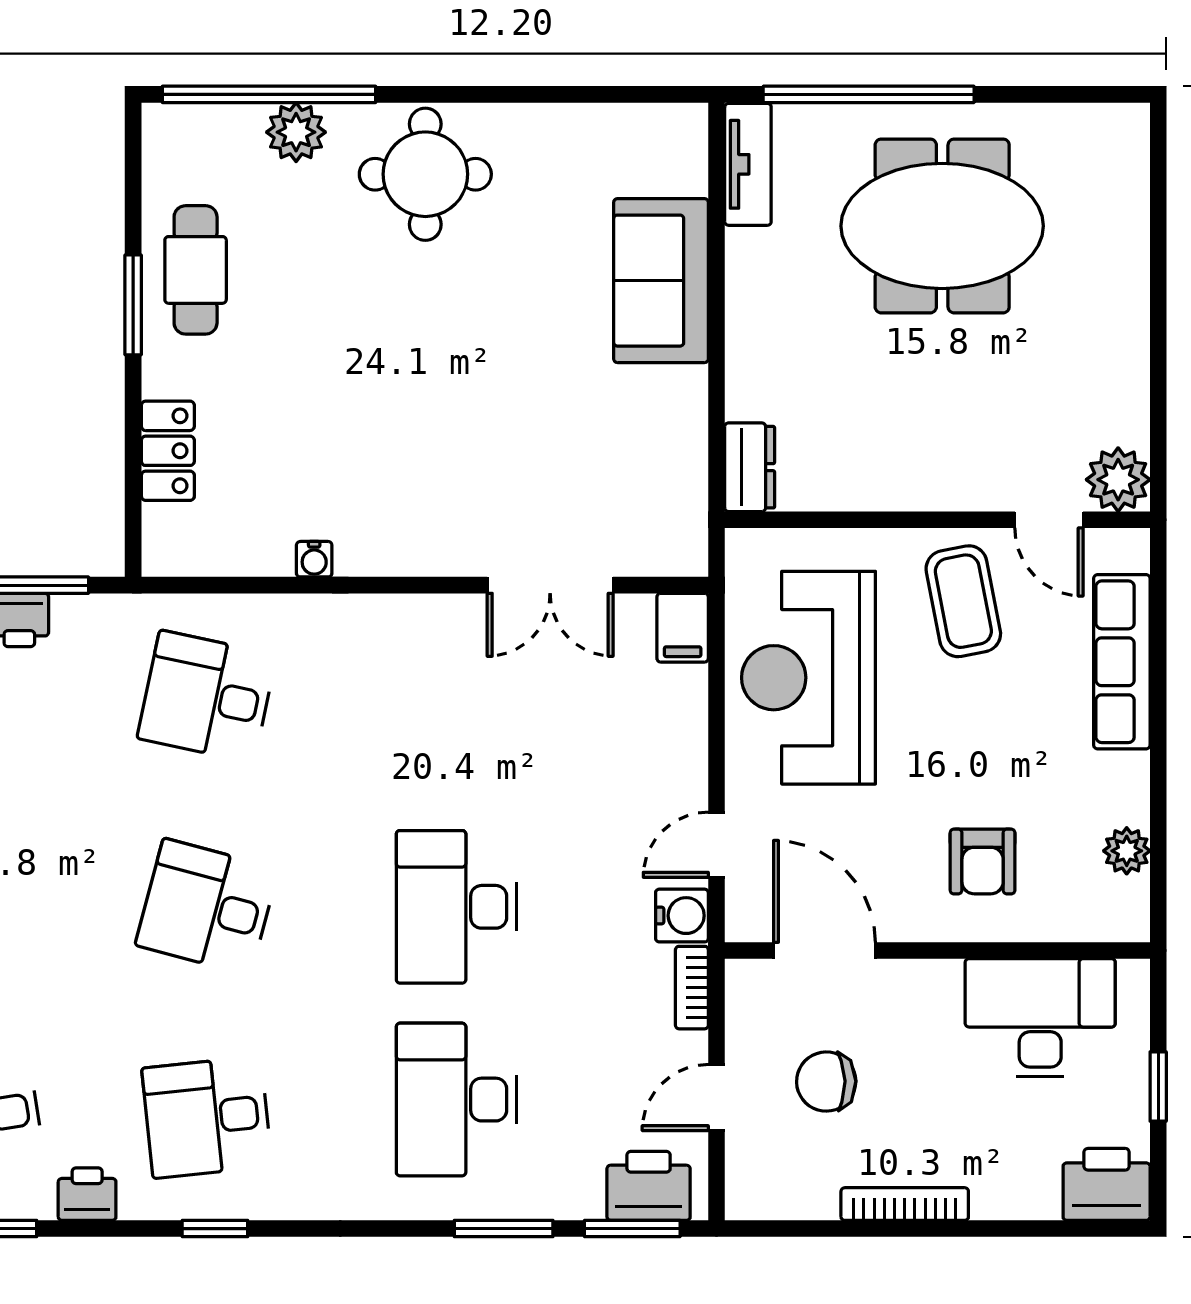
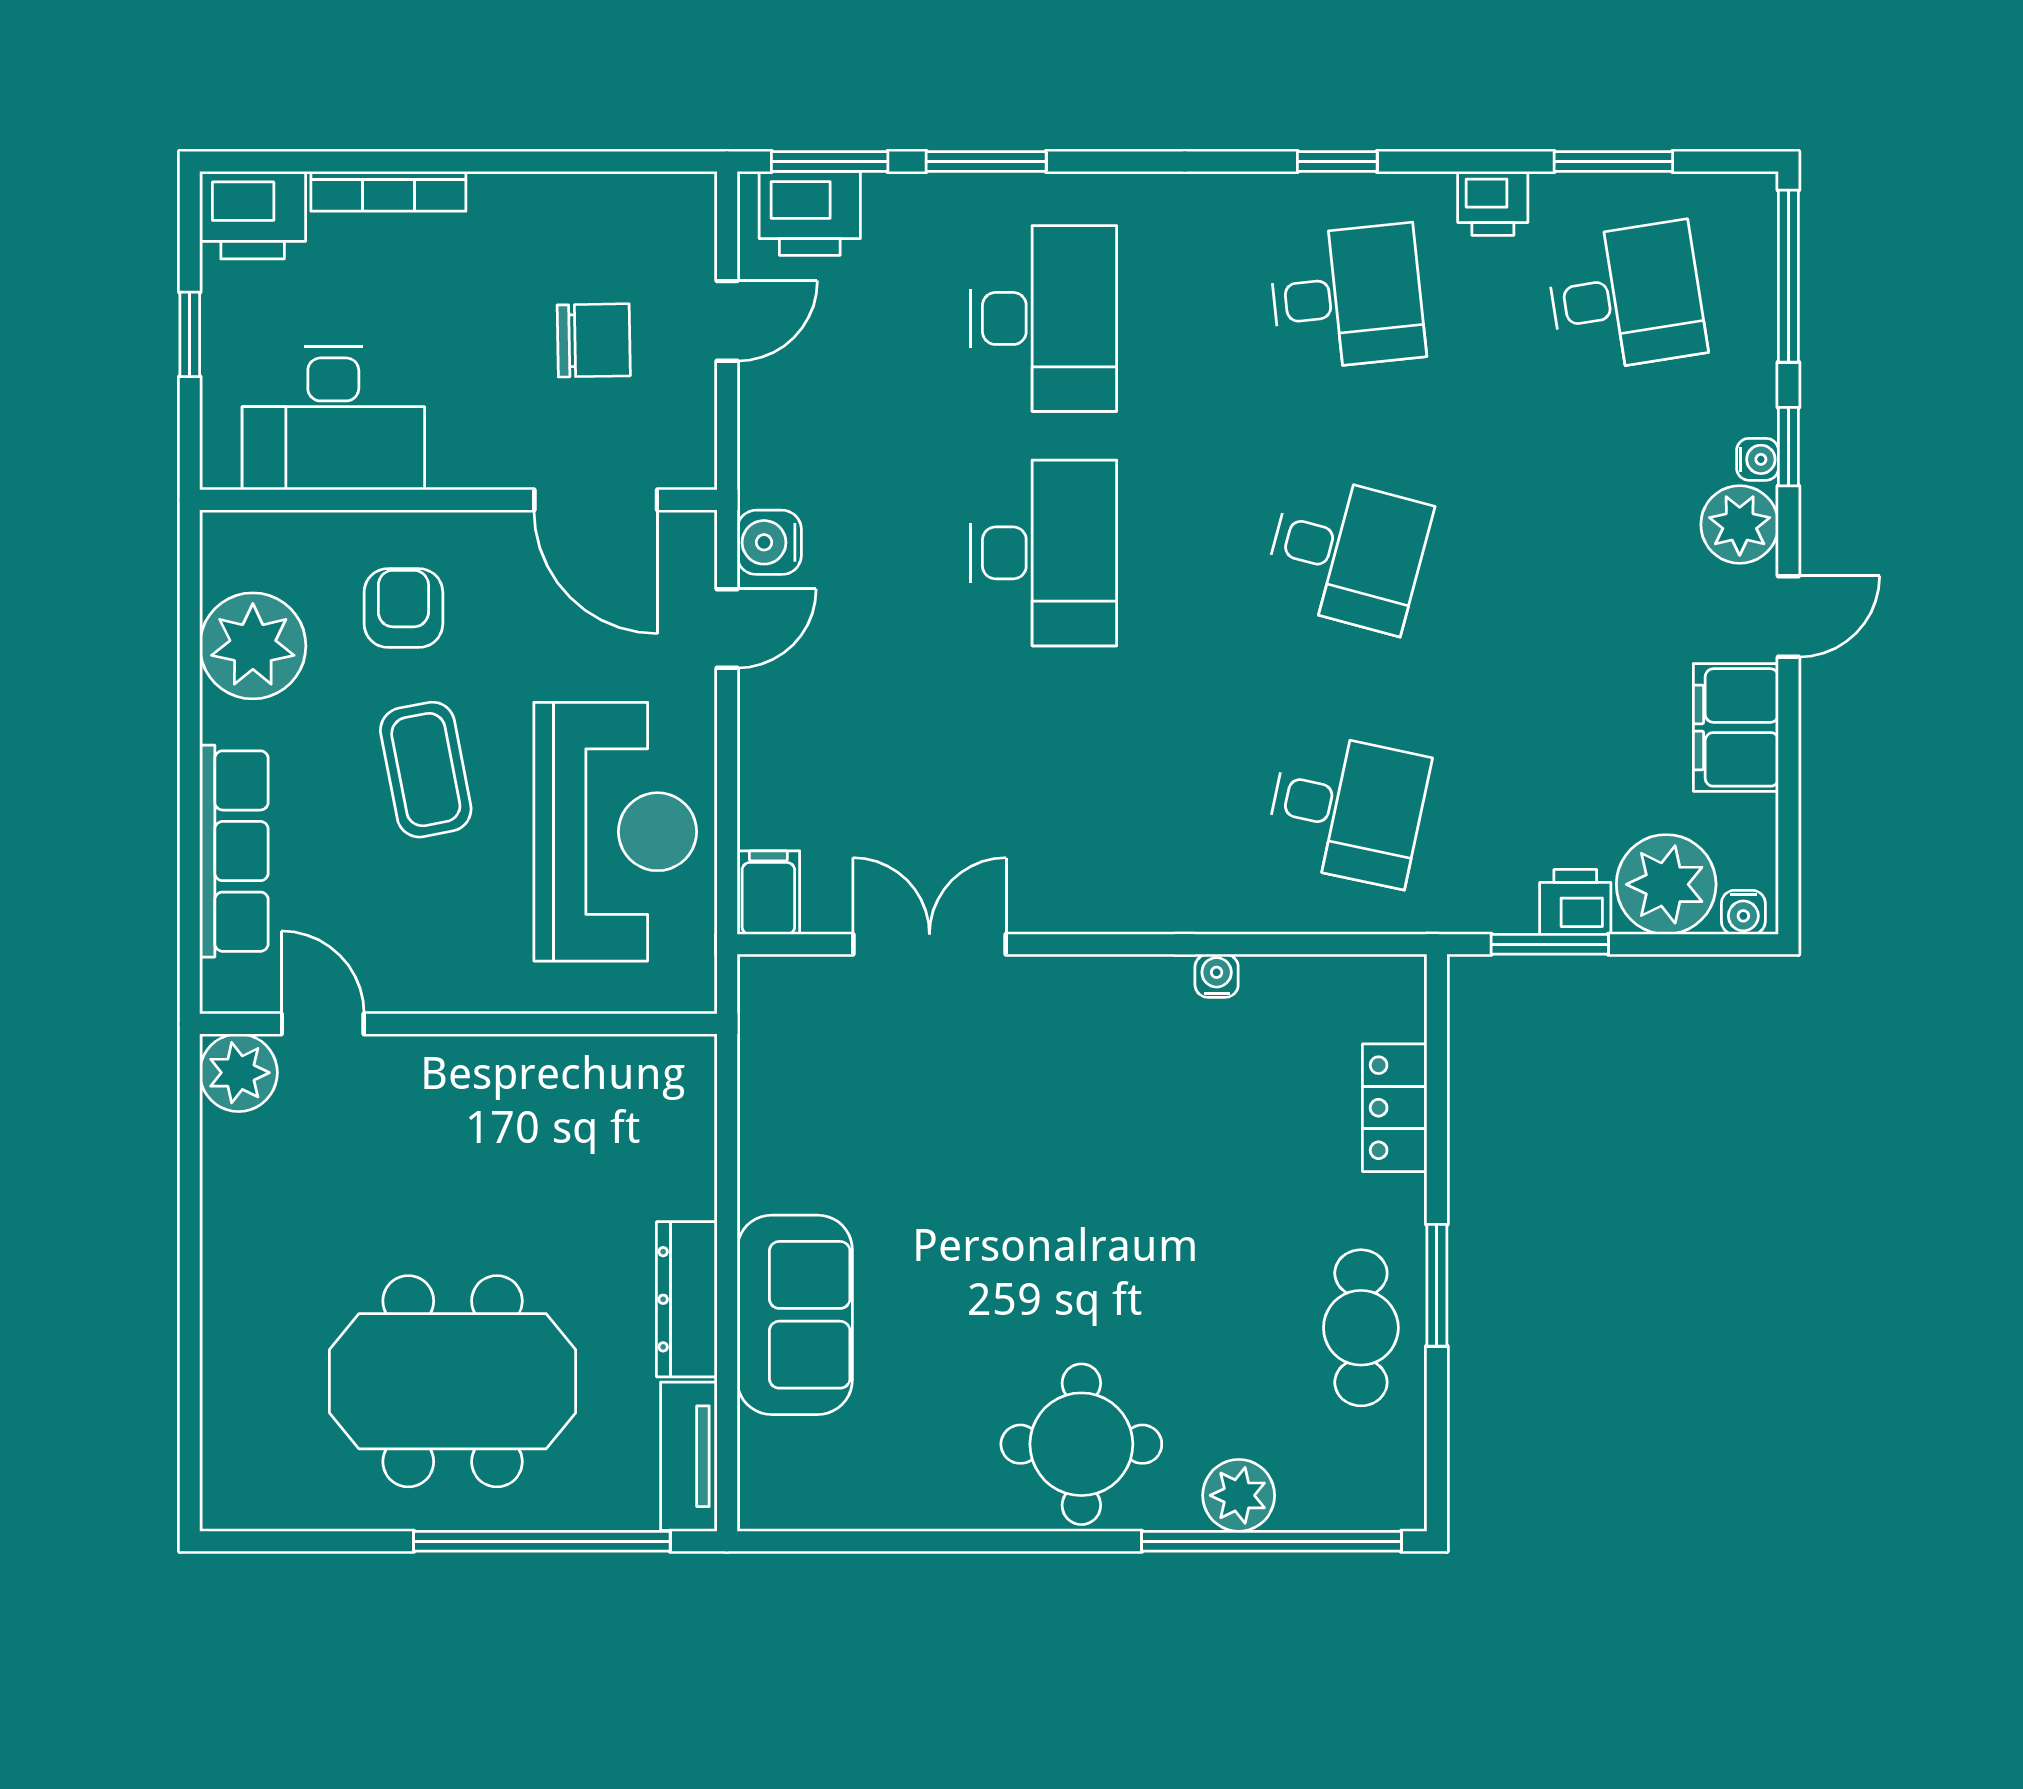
dresser: (750, 467) -> (687, 1299), moved, width x1.44
coffee table: (963, 601) -> (426, 770), moved
plant: (1127, 851) -> (253, 646), width x1.87, depth x1.87
bookcase: (692, 988) -> (757, 455), removed
bookcase: (905, 1204) -> (388, 191), moved

